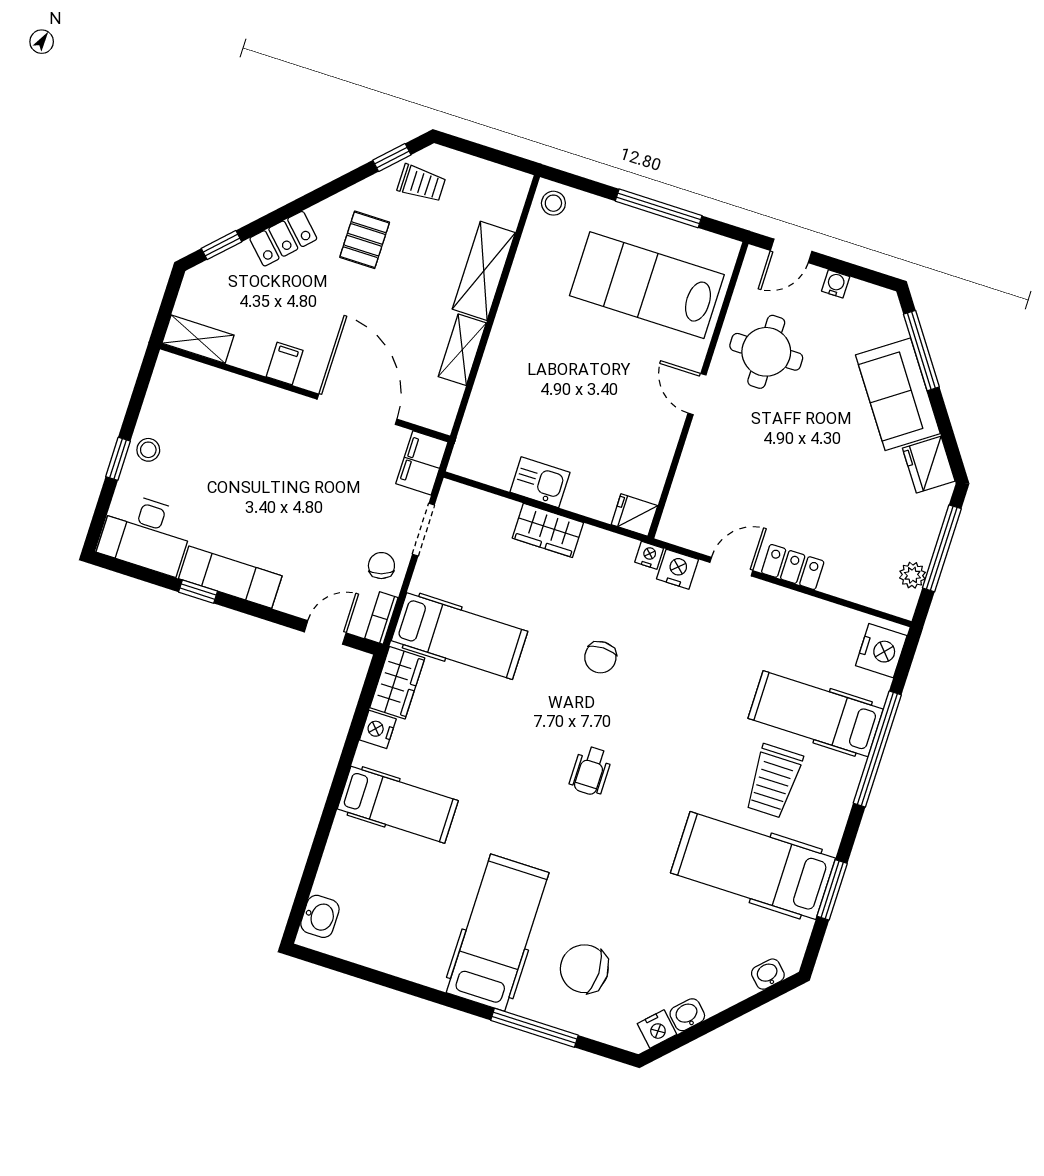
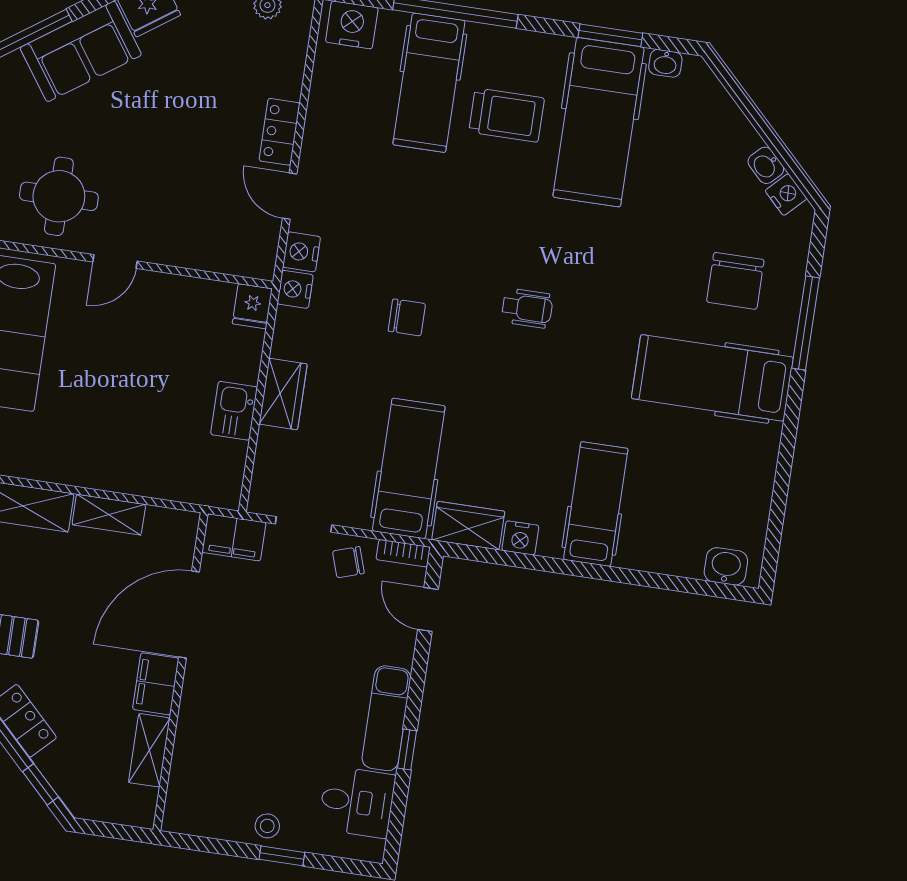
shelving: (198, 339) -> (149, 750), moved
filing cabinet: (285, 363) -> (156, 684), width x2.00
desk: (146, 533) -> (357, 802), width x0.73
nightstand: (649, 555) -> (295, 289), width x1.39, depth x1.35
washbasin: (768, 974) -> (665, 63), moved, turned -45

